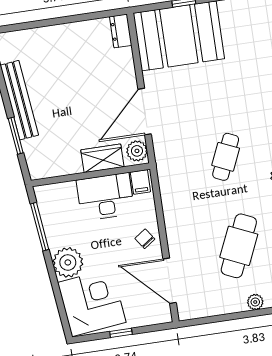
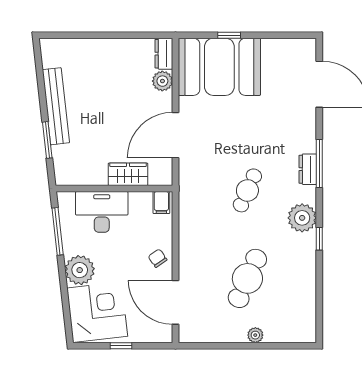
plant: (137, 151) -> (162, 81), moved
desk: (105, 197) -> (102, 212), moved

